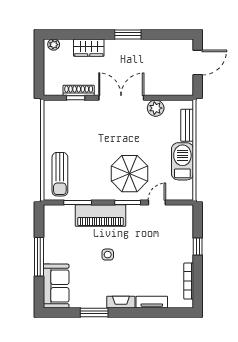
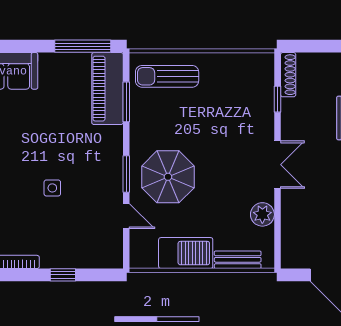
shoe rack: (79, 90) -> (288, 75), moved
double door: (121, 98) -> (277, 165), width x0.73
piano: (100, 216) -> (107, 89), moved
side table: (108, 255) -> (52, 188), moved
window: (39, 257) -> (83, 46), moved

